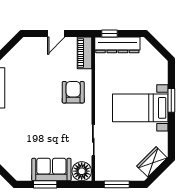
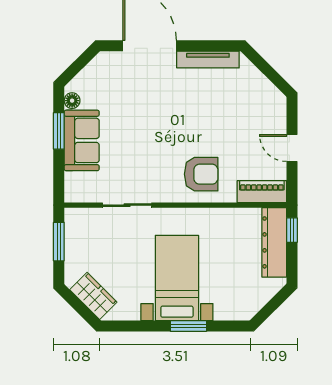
floor lamp: (82, 171) -> (72, 101), moved, width x0.53, depth x0.53

